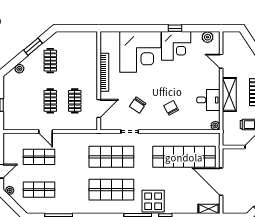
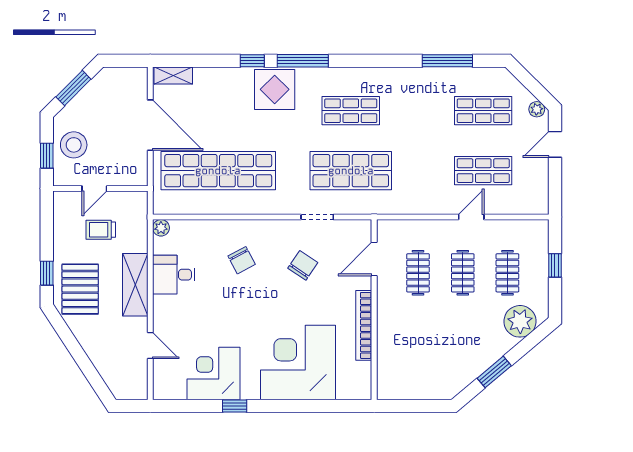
plant: (208, 37) -> (175, 389), removed
corner desk: (176, 46) -> (214, 373), moved
clothes rail: (50, 61) -> (507, 273), moved
plant: (19, 69) -> (520, 321), width x1.88, depth x1.88
door: (46, 131) -> (471, 217), hinge flipped
shop shelf: (111, 190) -> (351, 111), width x0.70, depth x0.74

